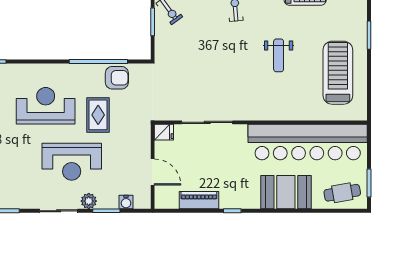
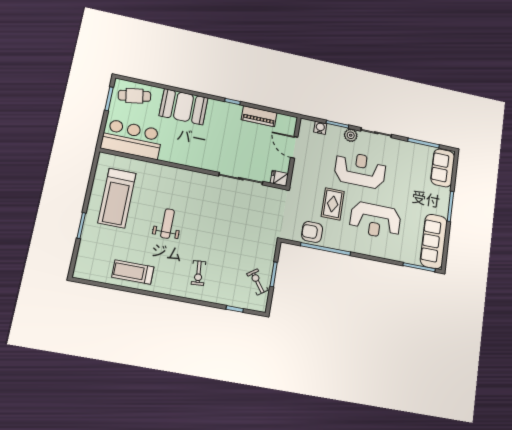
bar counter: (308, 142) -> (132, 139), width x0.54

